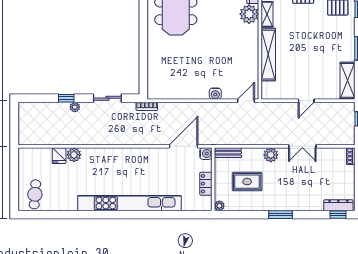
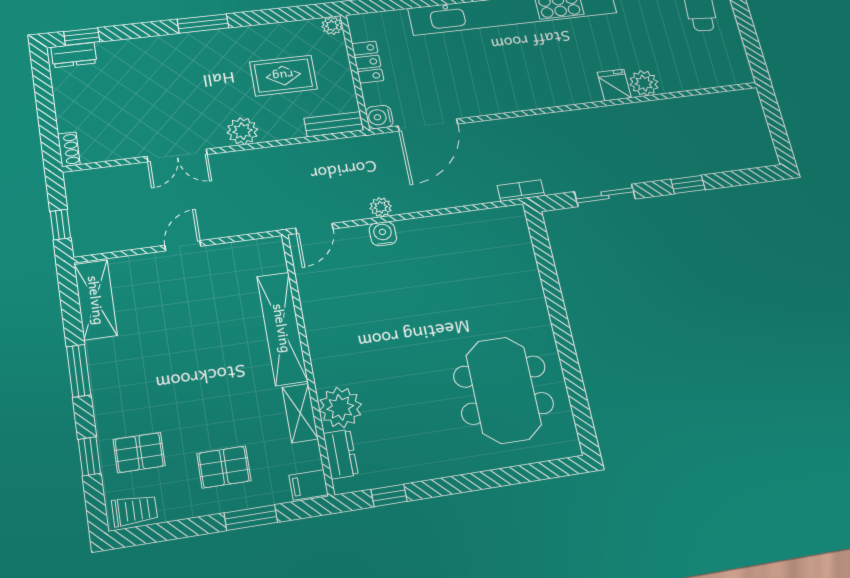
plant: (75, 107) -> (381, 207), moved
double door: (302, 146) -> (177, 155), swing flipped
fridge: (59, 156) -> (614, 85), moved
dresser: (338, 205) -> (74, 55), width x0.70

